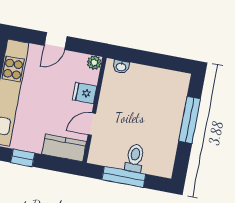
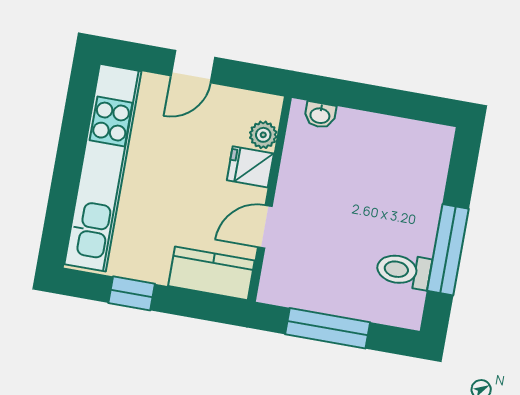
plant: (94, 63) -> (263, 135), moved
window: (190, 120) -> (448, 250), moved
toilet: (135, 158) -> (404, 270), moved, turned -90

